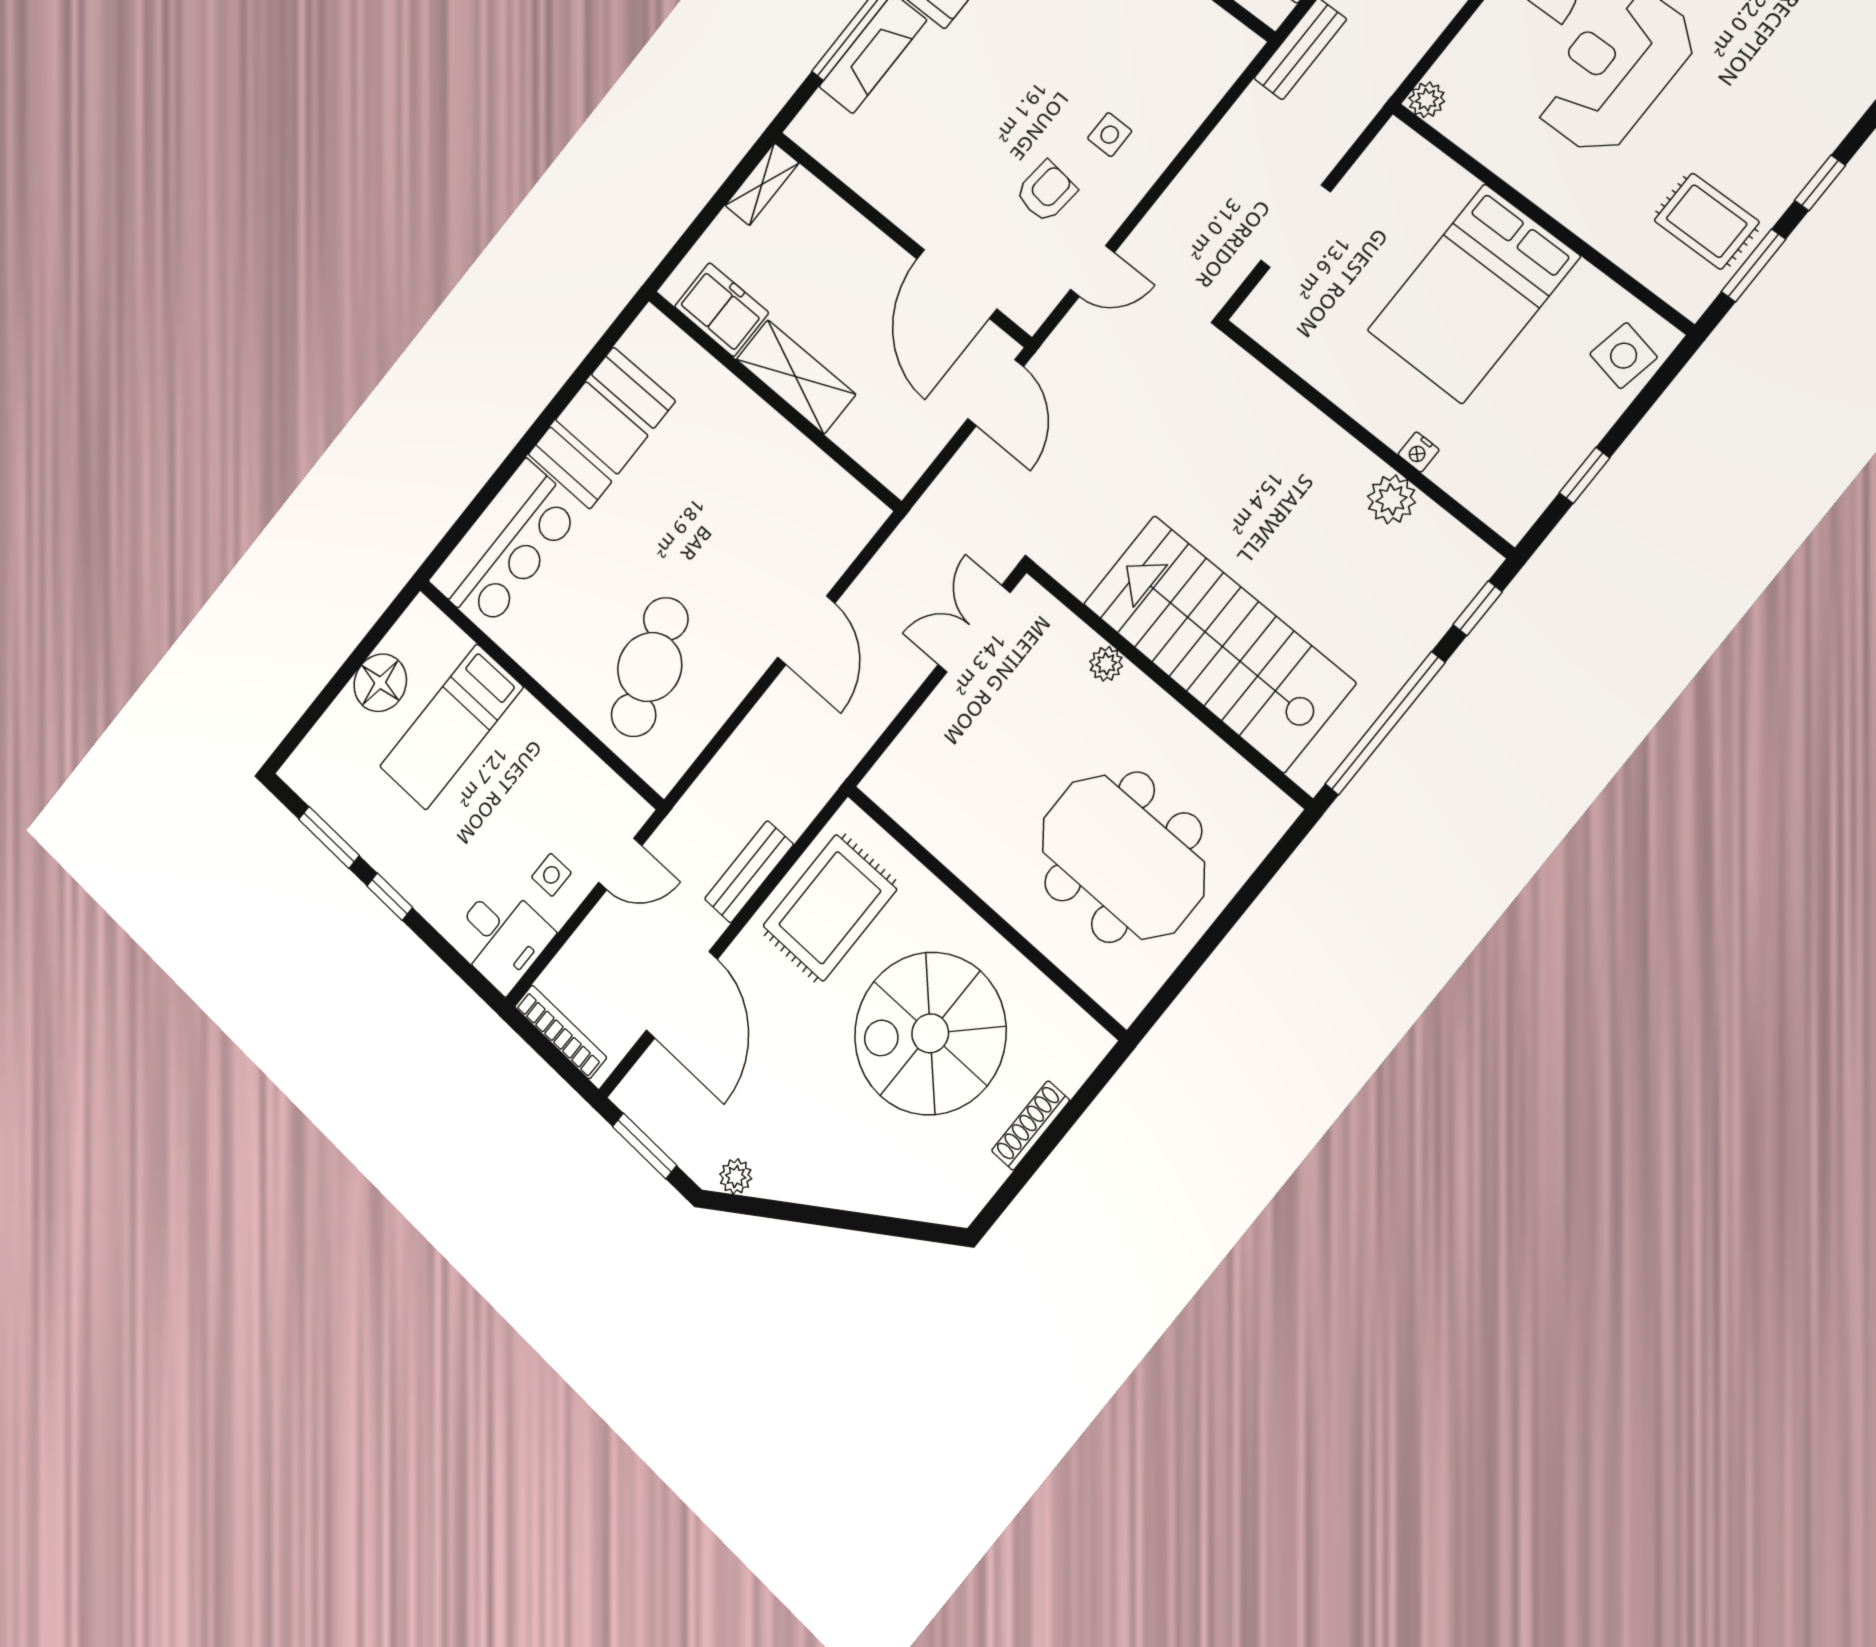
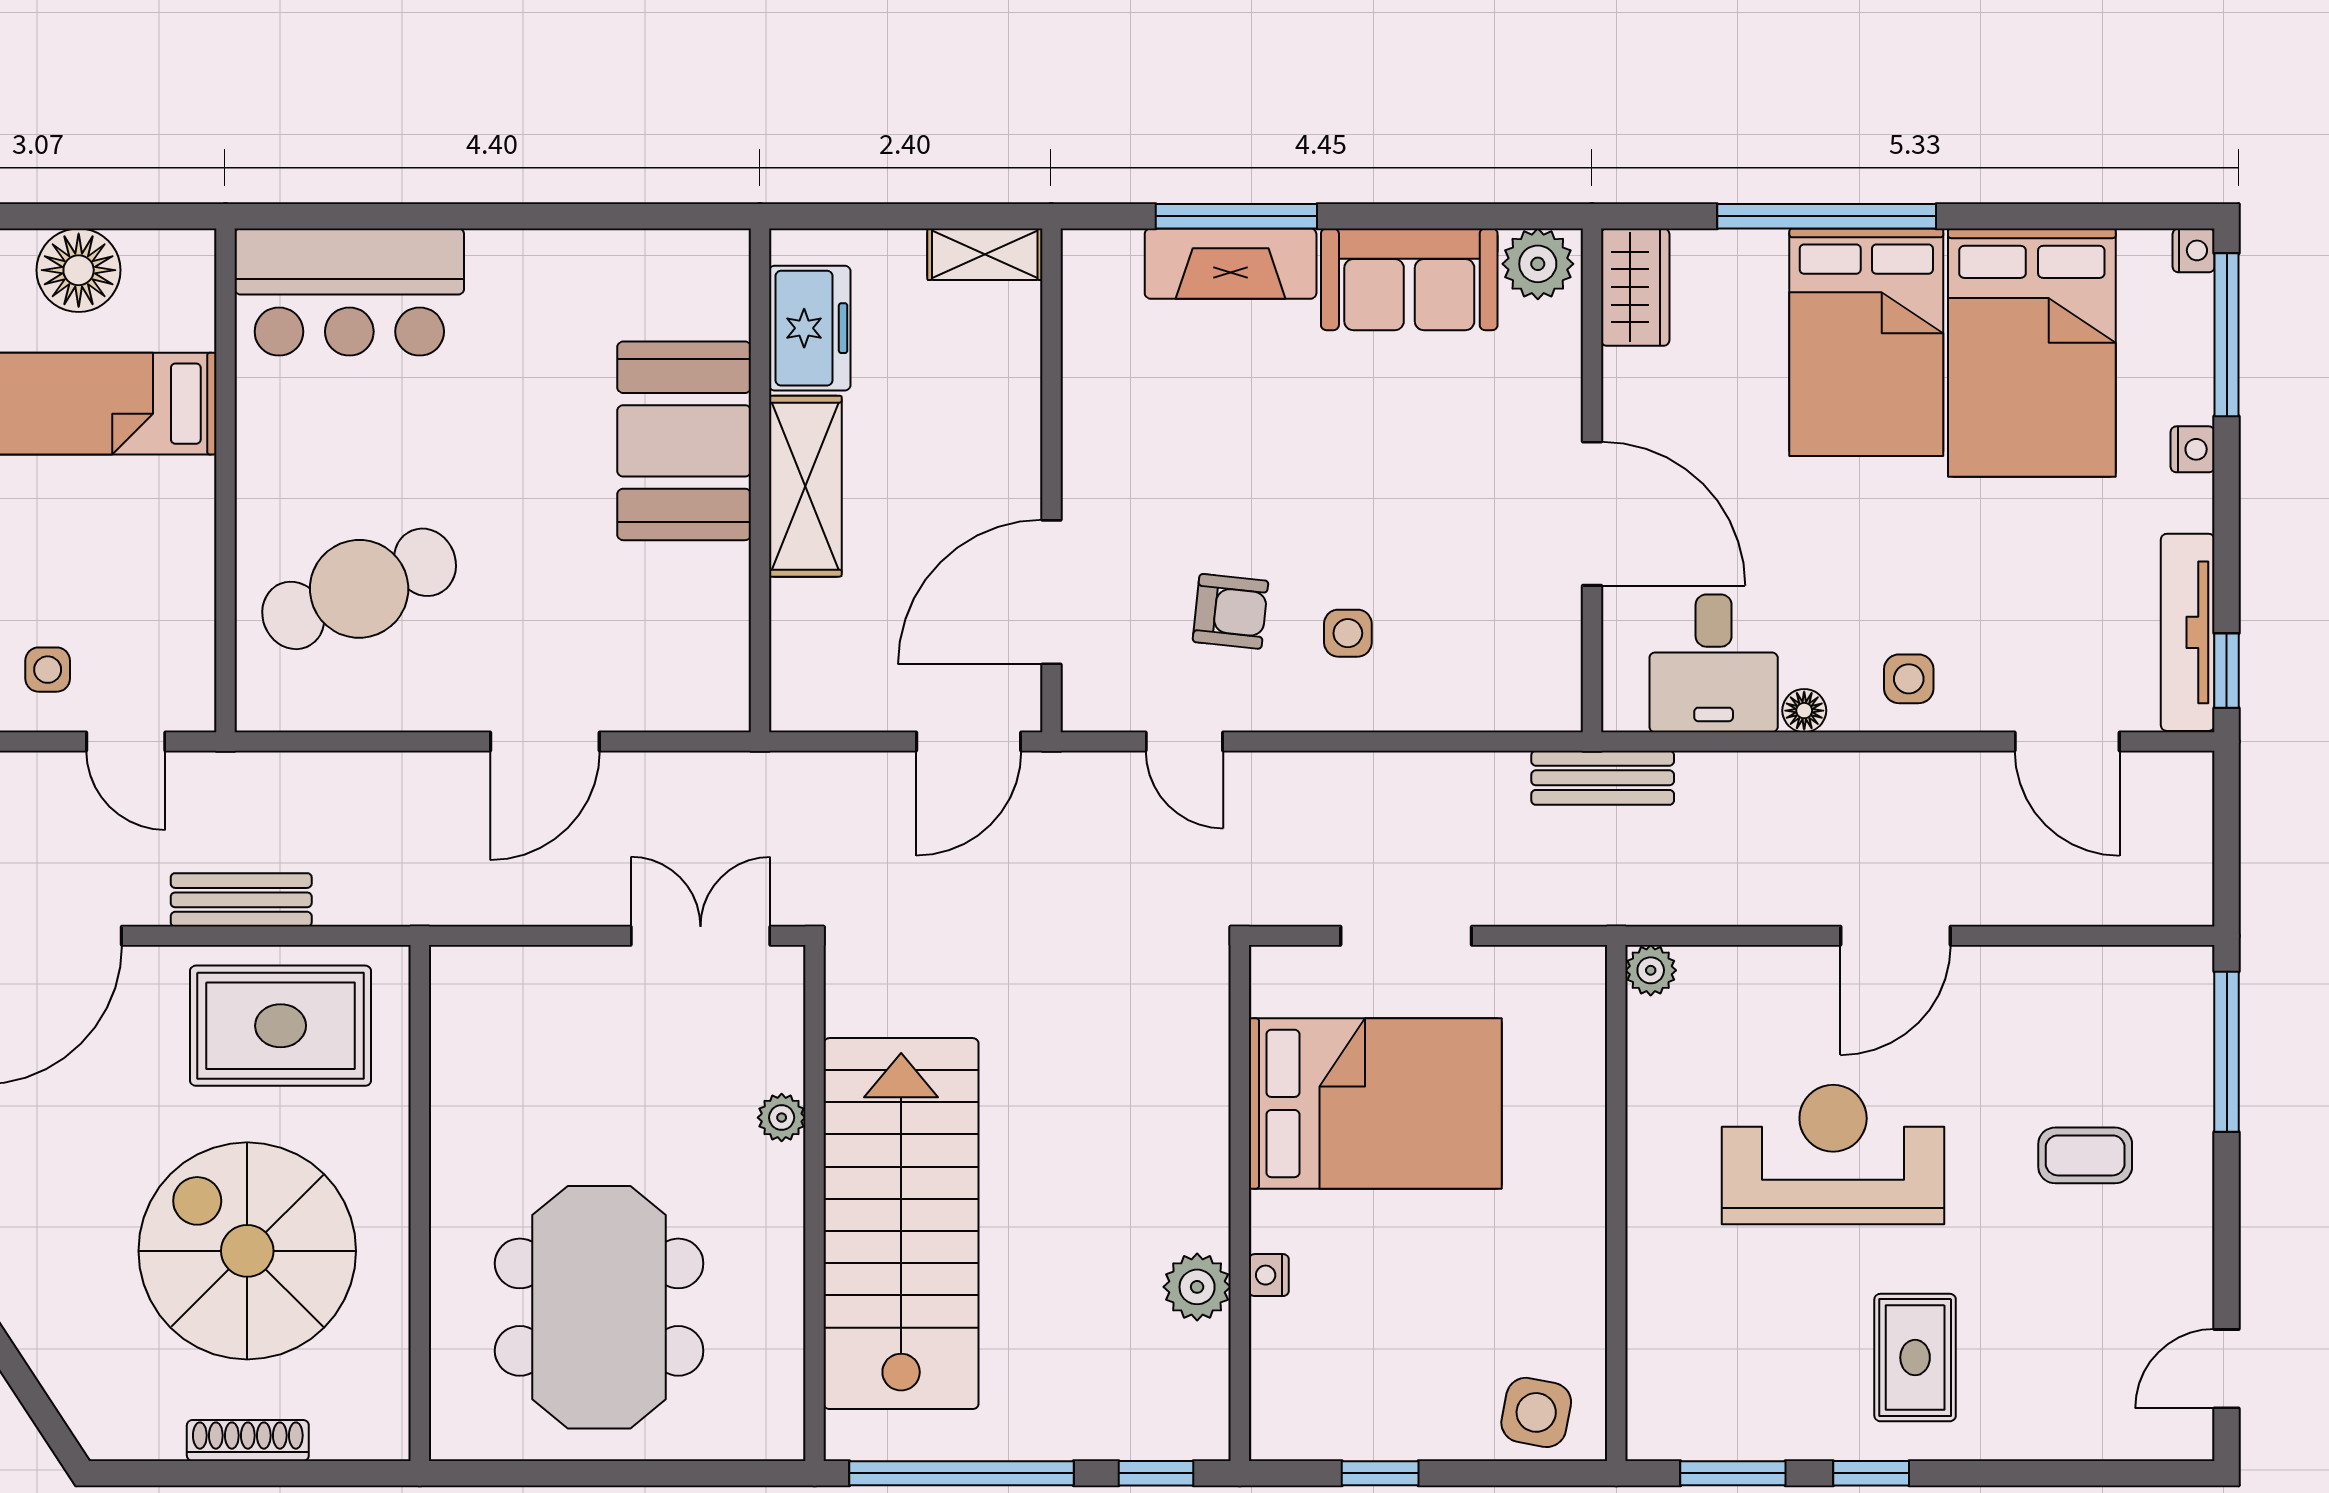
rug: (1707, 221) -> (1915, 1358), moved
bed: (1473, 293) -> (1375, 1103), moved, turned 180
booth: (602, 428) -> (684, 441), moved, turned 90

